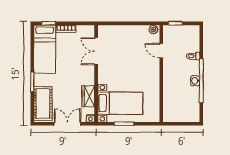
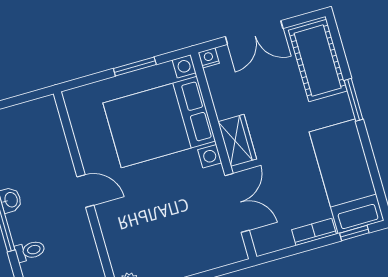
door: (161, 51) -> (85, 191), moved
wardrobe: (88, 96) -> (237, 140), moved
bed with nightstands: (120, 103) -> (159, 122), width x1.36

